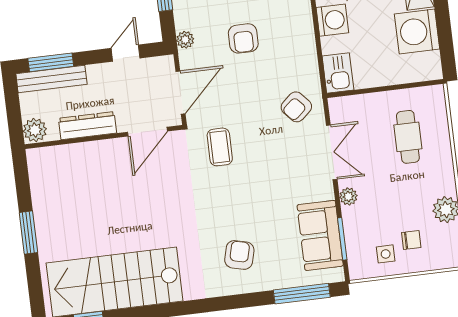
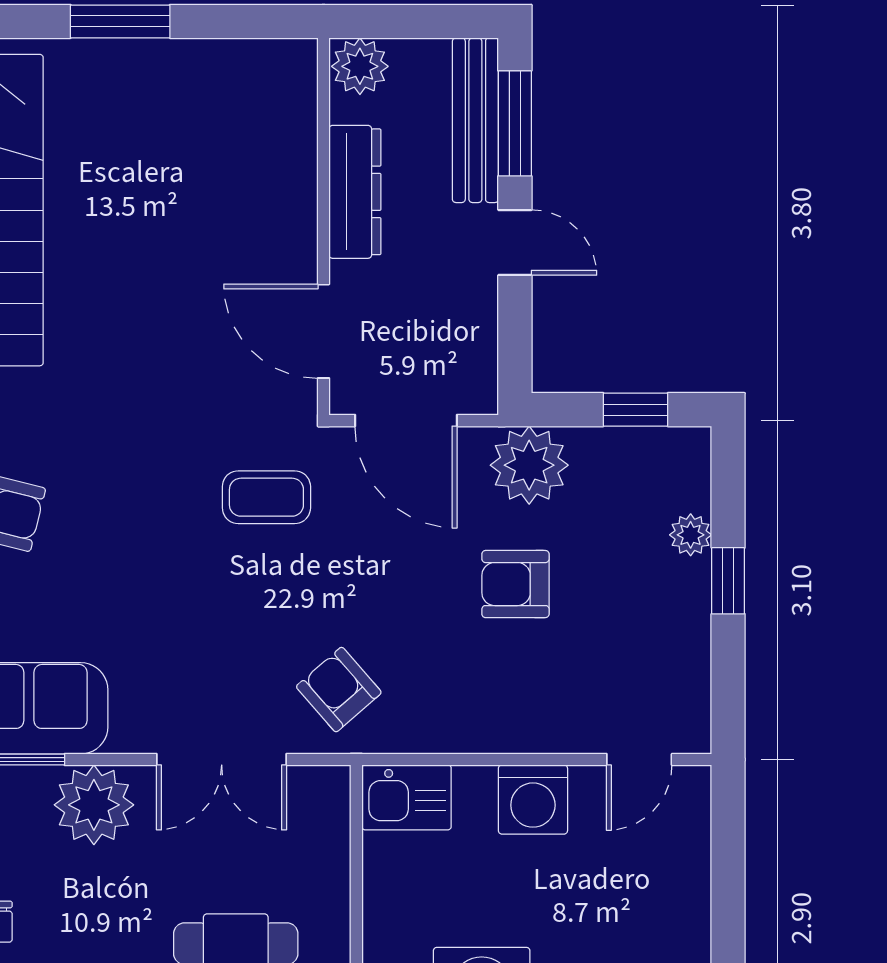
plant: (185, 40) -> (529, 465), width x1.88, depth x1.88
door: (126, 53) -> (515, 243), moved
plant: (348, 196) -> (94, 805), width x1.88, depth x1.88

